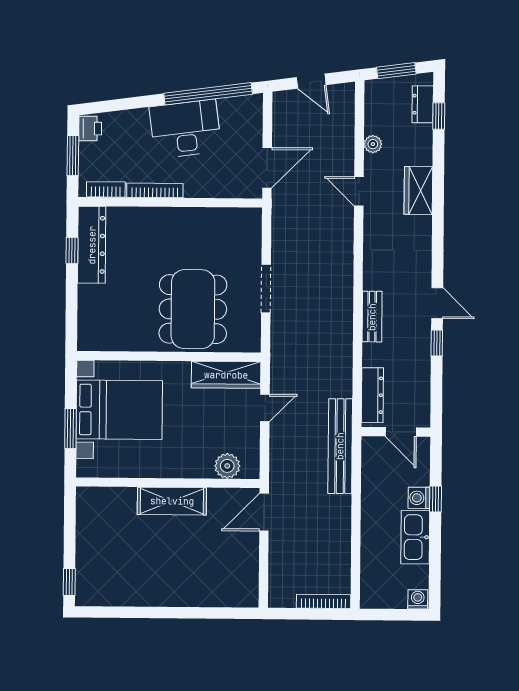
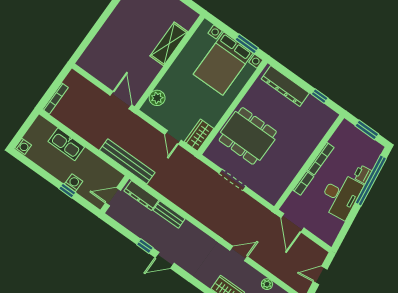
window: (208, 94) -> (371, 180), moved
printer: (90, 129) -> (362, 174), moved, turned 82
bookcase: (106, 189) -> (303, 183), moved
door: (359, 191) -> (239, 253), moved
dresser: (92, 245) -> (285, 86), moved
bench: (372, 317) -> (169, 214), moved
wardrobe: (226, 375) -> (199, 135), width x0.67
window: (70, 428) -> (247, 44), moved
shelving: (172, 501) -> (169, 44), moved
kitchen sink: (415, 537) -> (66, 144), moved, turned 180

